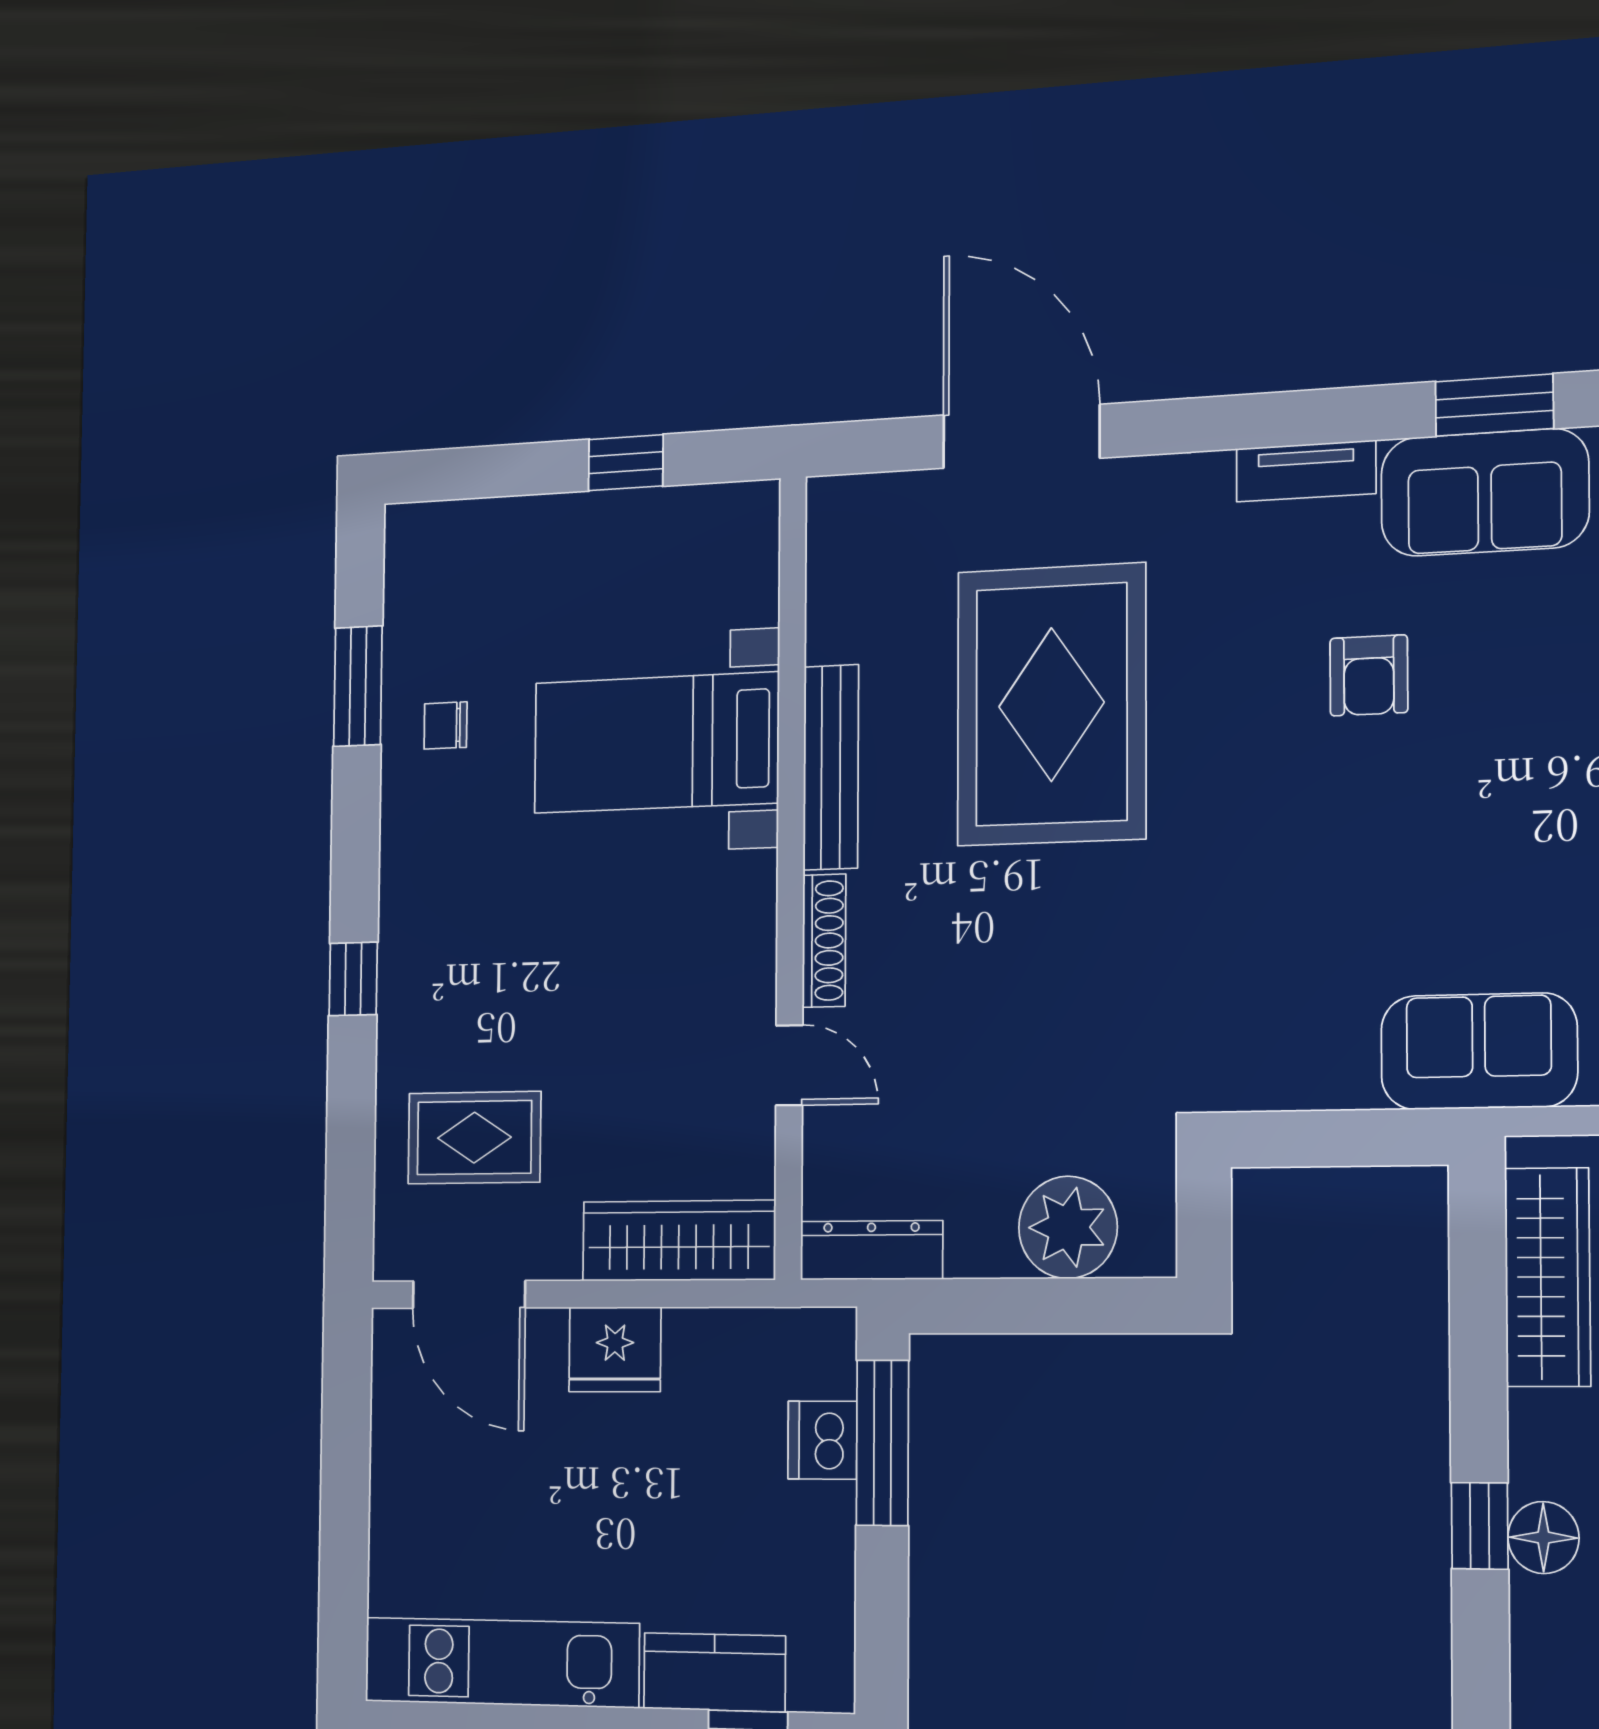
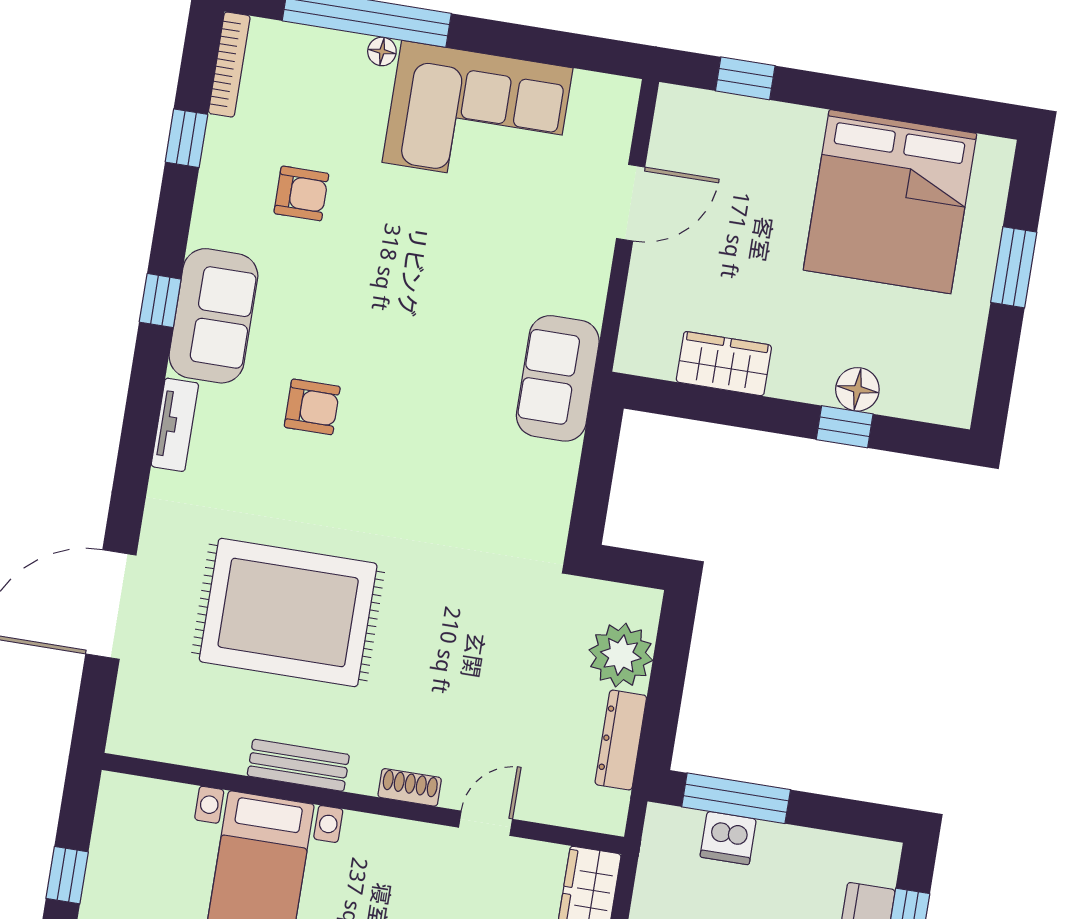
window: (1494, 405) -> (160, 301), width x0.67
bench: (831, 767) -> (298, 765), width x0.73
shoe rack: (824, 941) -> (410, 787), width x0.70
dresser: (871, 1250) -> (621, 740), moved
wardrobe: (1547, 1277) -> (724, 364), width x0.67

